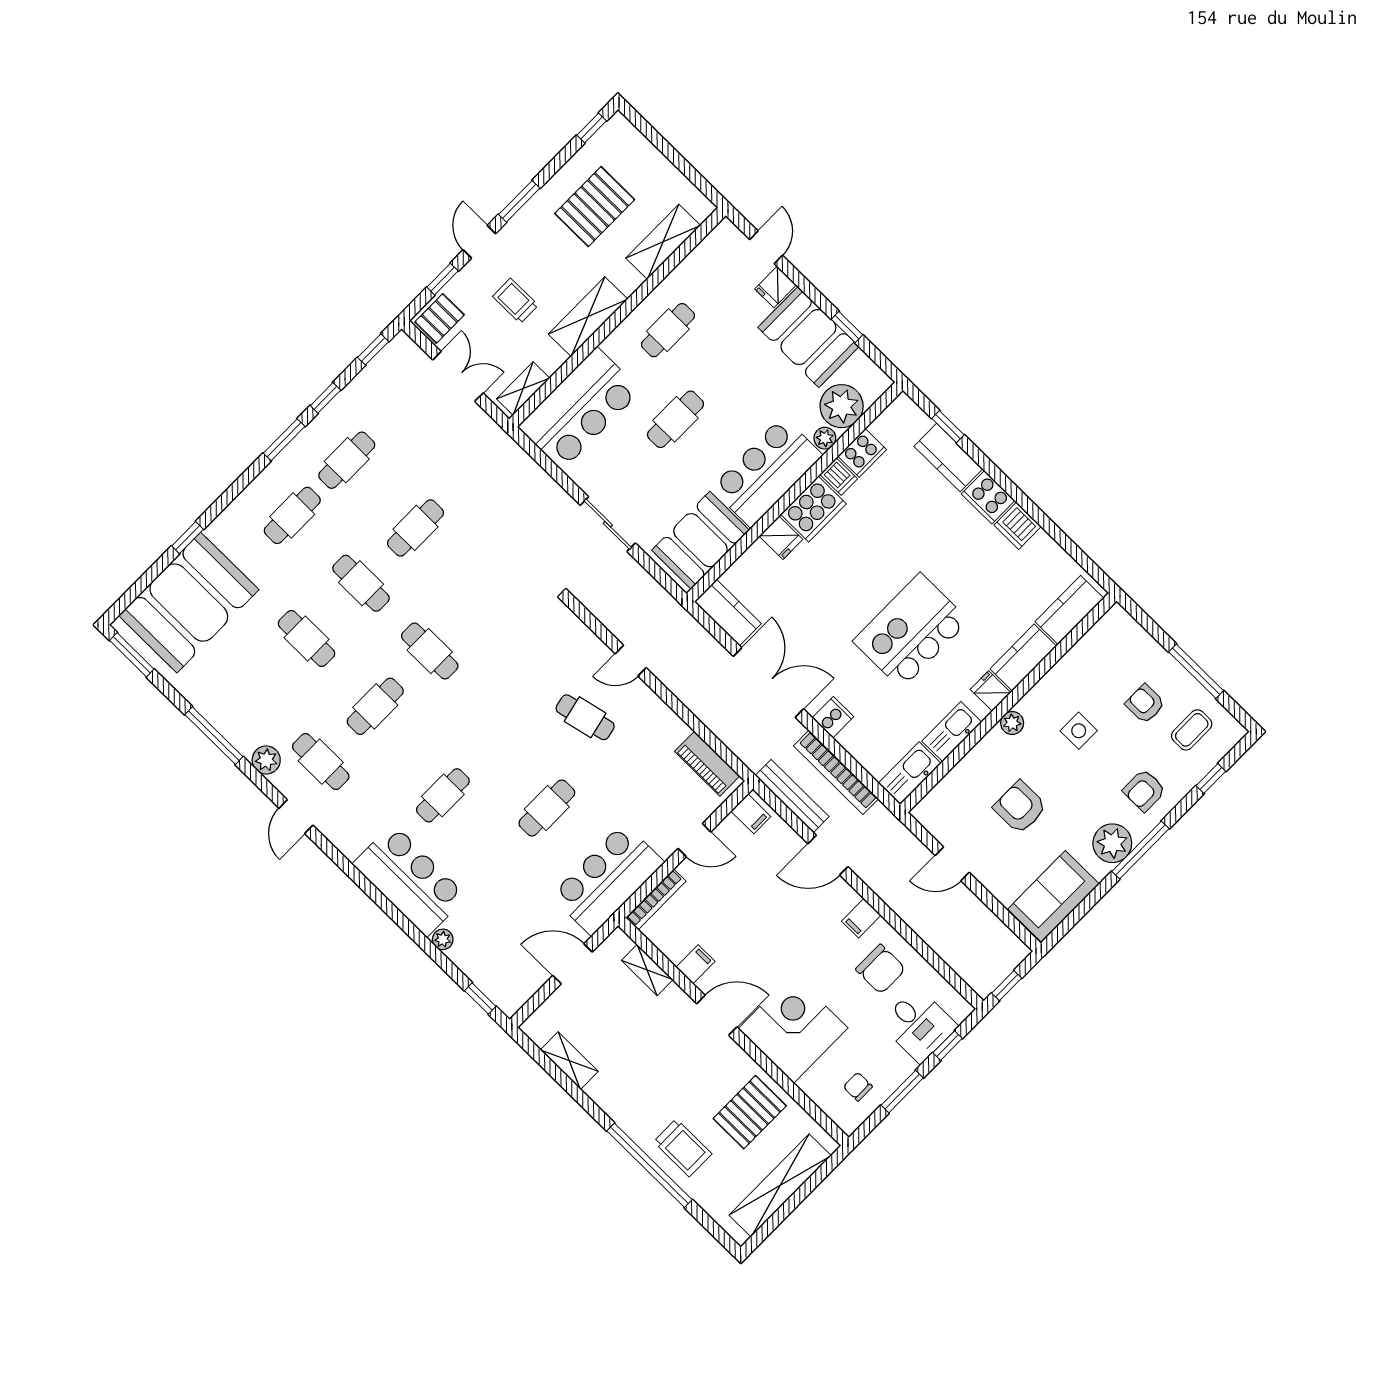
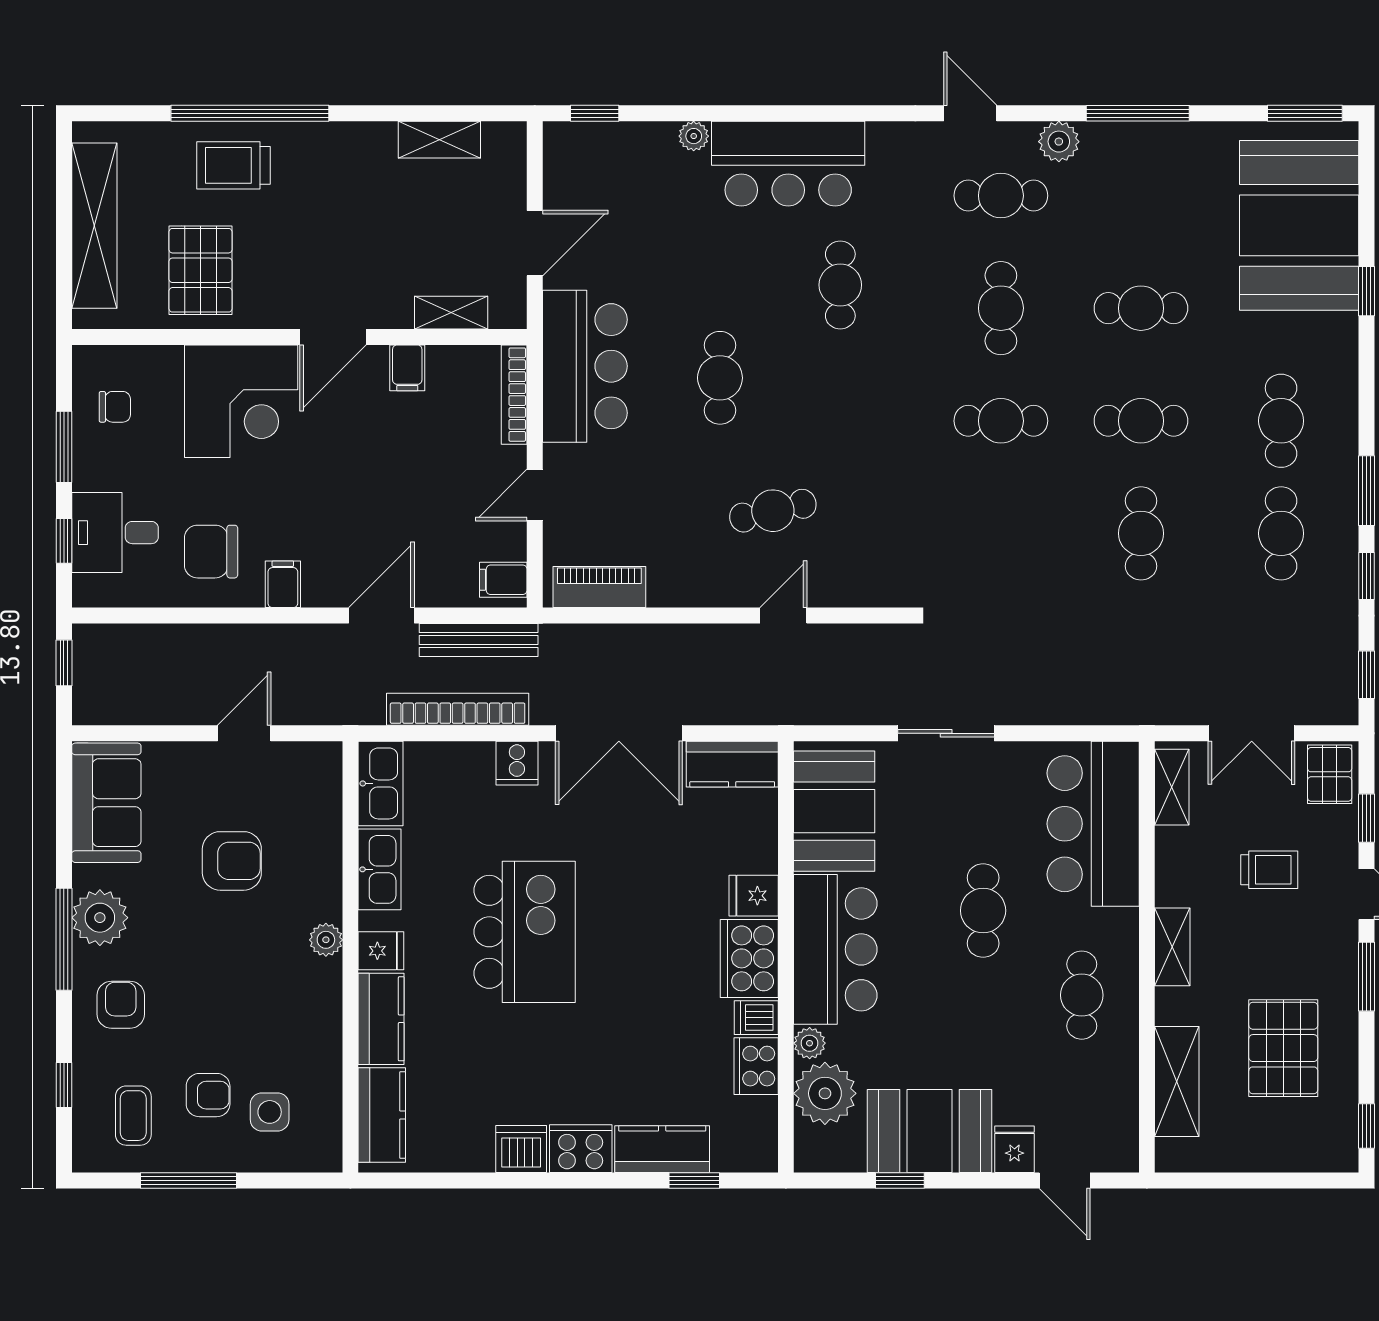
shelving: (588, 317) -> (1172, 947), width x0.67, depth x0.75
side table: (1079, 731) -> (270, 1112), moved

